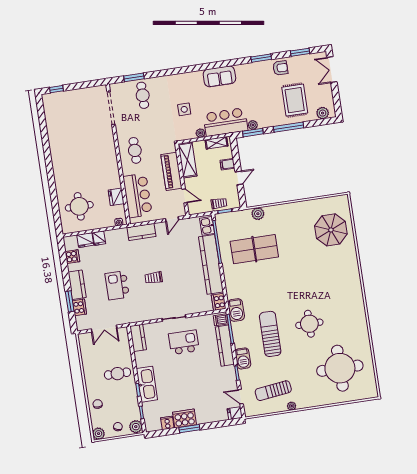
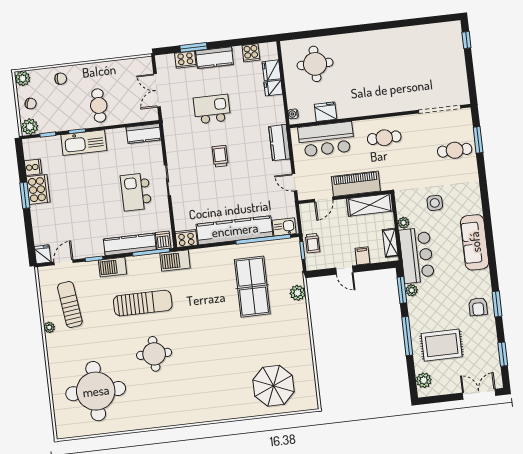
armchair: (280, 68) -> (478, 307), moved
sofa: (219, 76) -> (475, 242), width x1.36
kitchen island: (184, 342) -> (136, 192), turned 180

